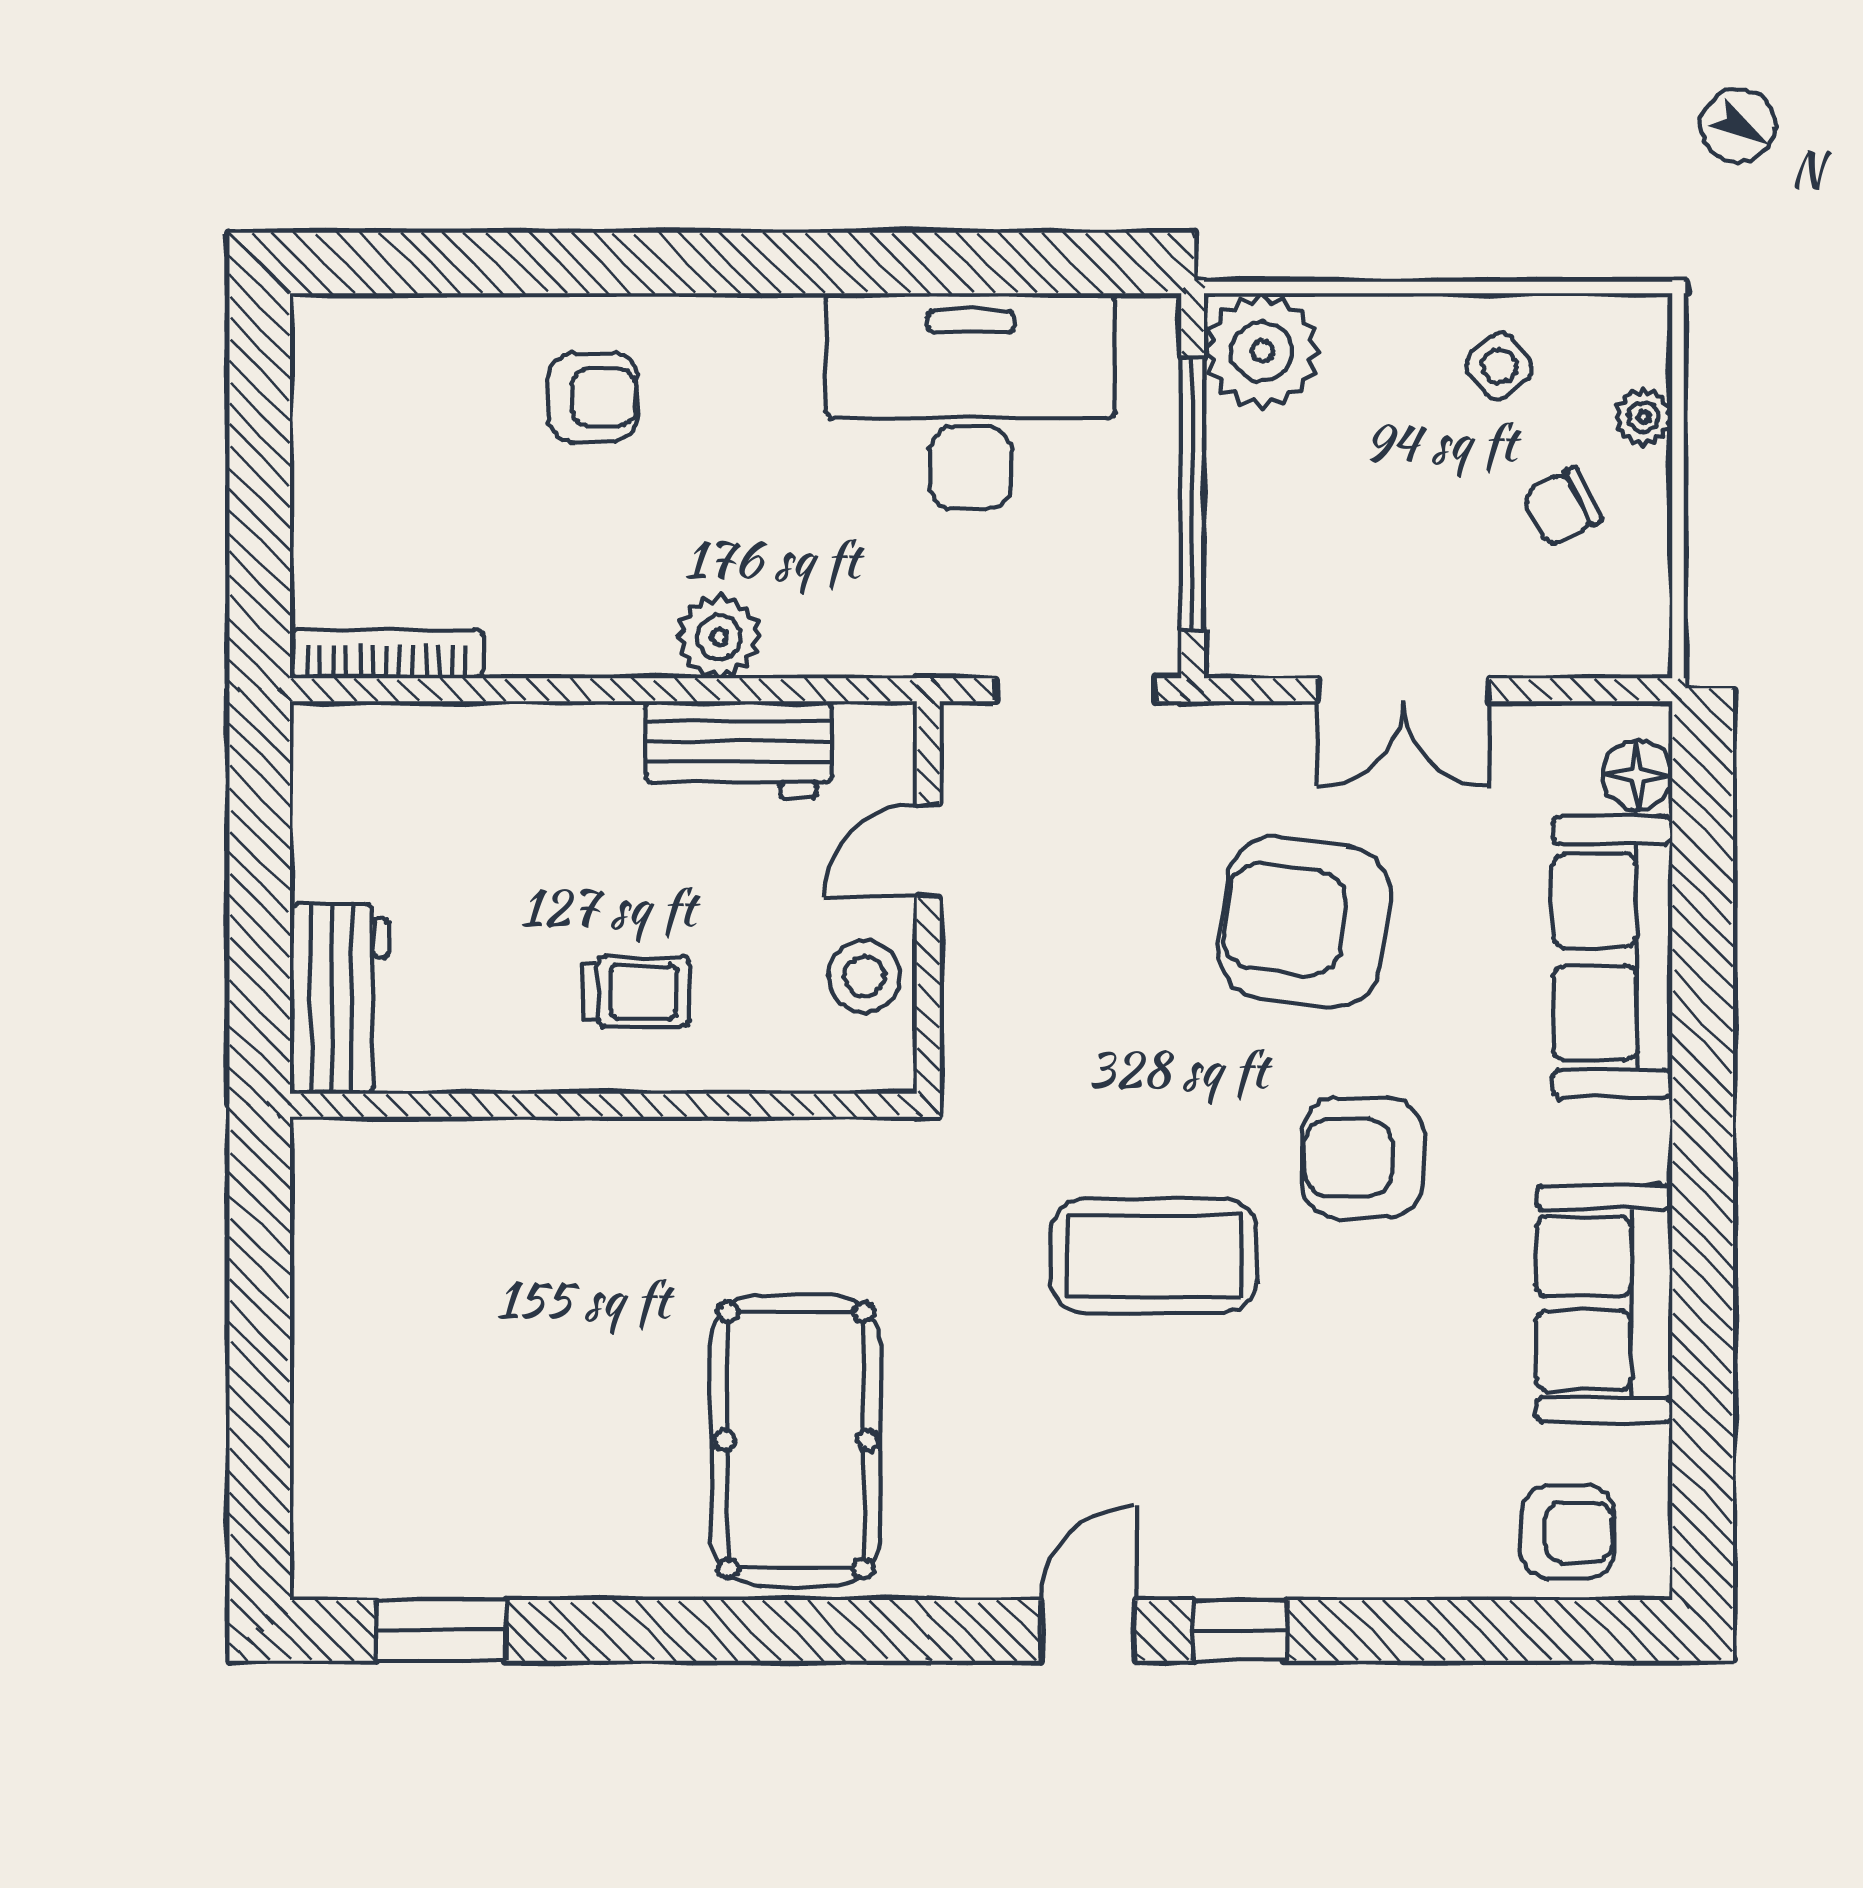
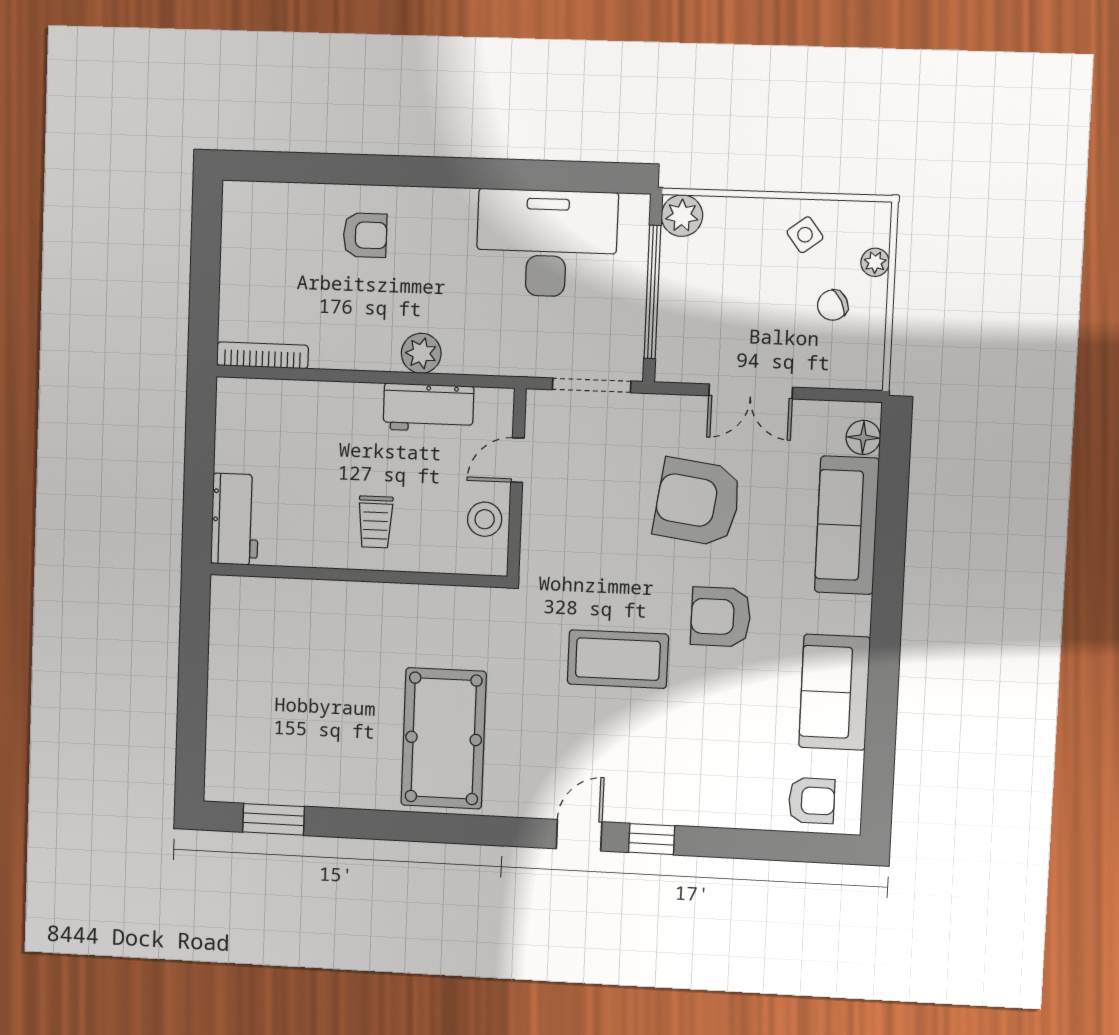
plant: (1262, 351) -> (682, 216), width x0.73, depth x0.73
trolley: (636, 992) -> (375, 522), turned 90

